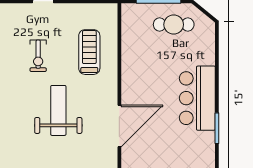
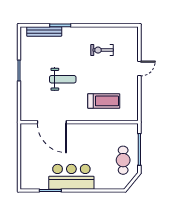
exercise bike: (38, 56) -> (102, 50), moved
weight bench: (58, 110) -> (63, 79), width x0.73, depth x0.75

